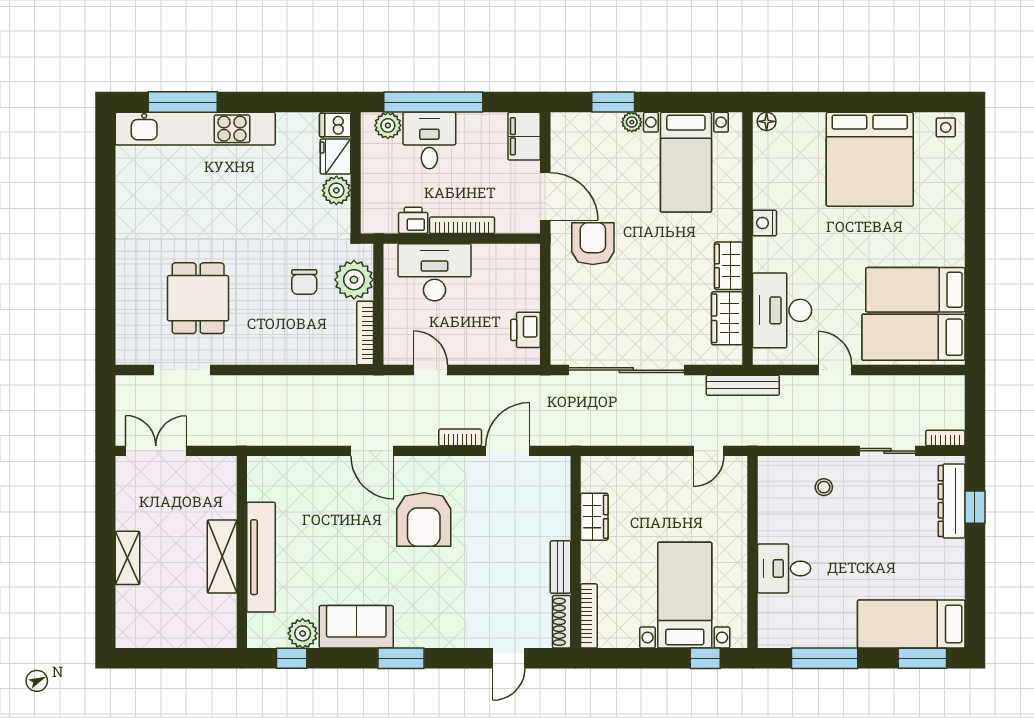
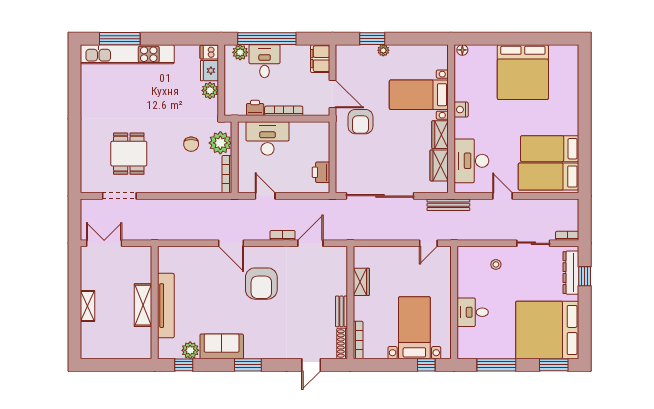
side table: (946, 127) -> (567, 53), removed
bed with nightstands: (686, 162) -> (419, 95), moved, turned 90
armchair: (593, 244) -> (360, 122), turned 180
bed: (911, 624) -> (547, 330), width x2.04

